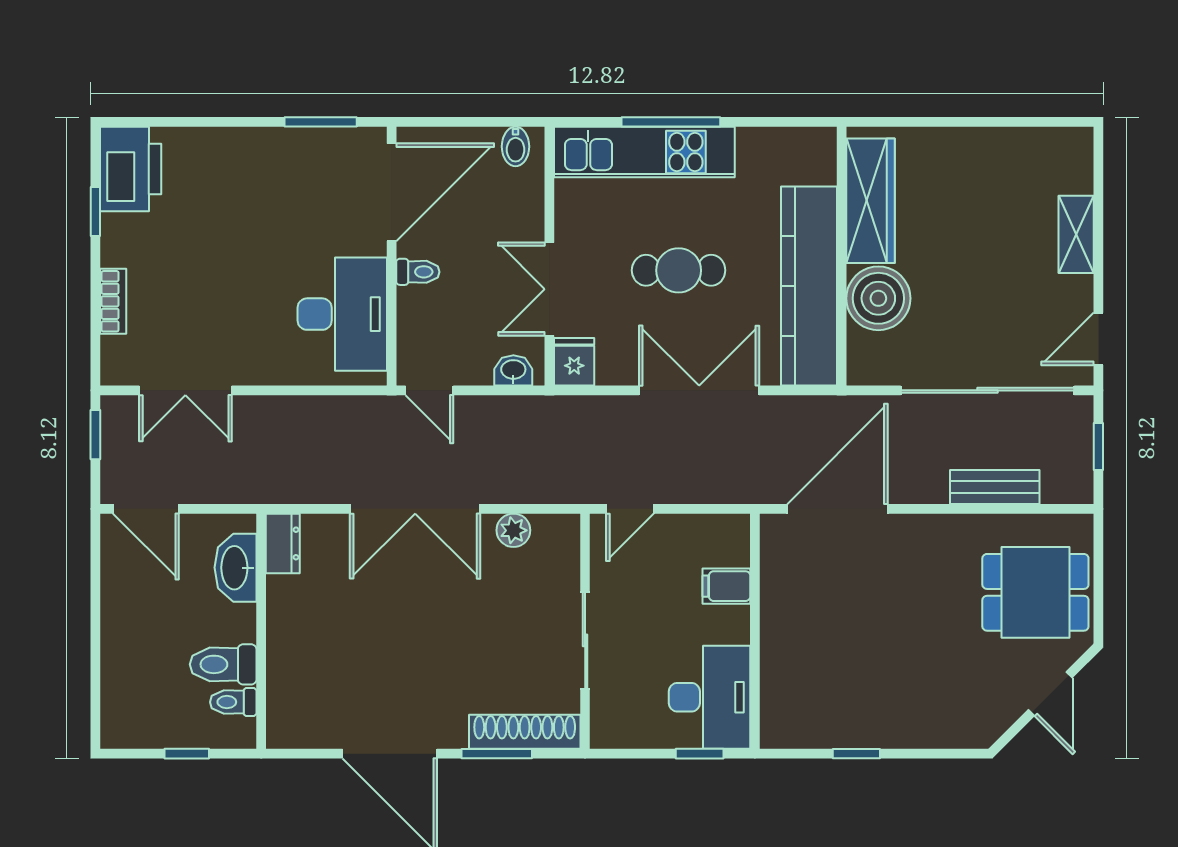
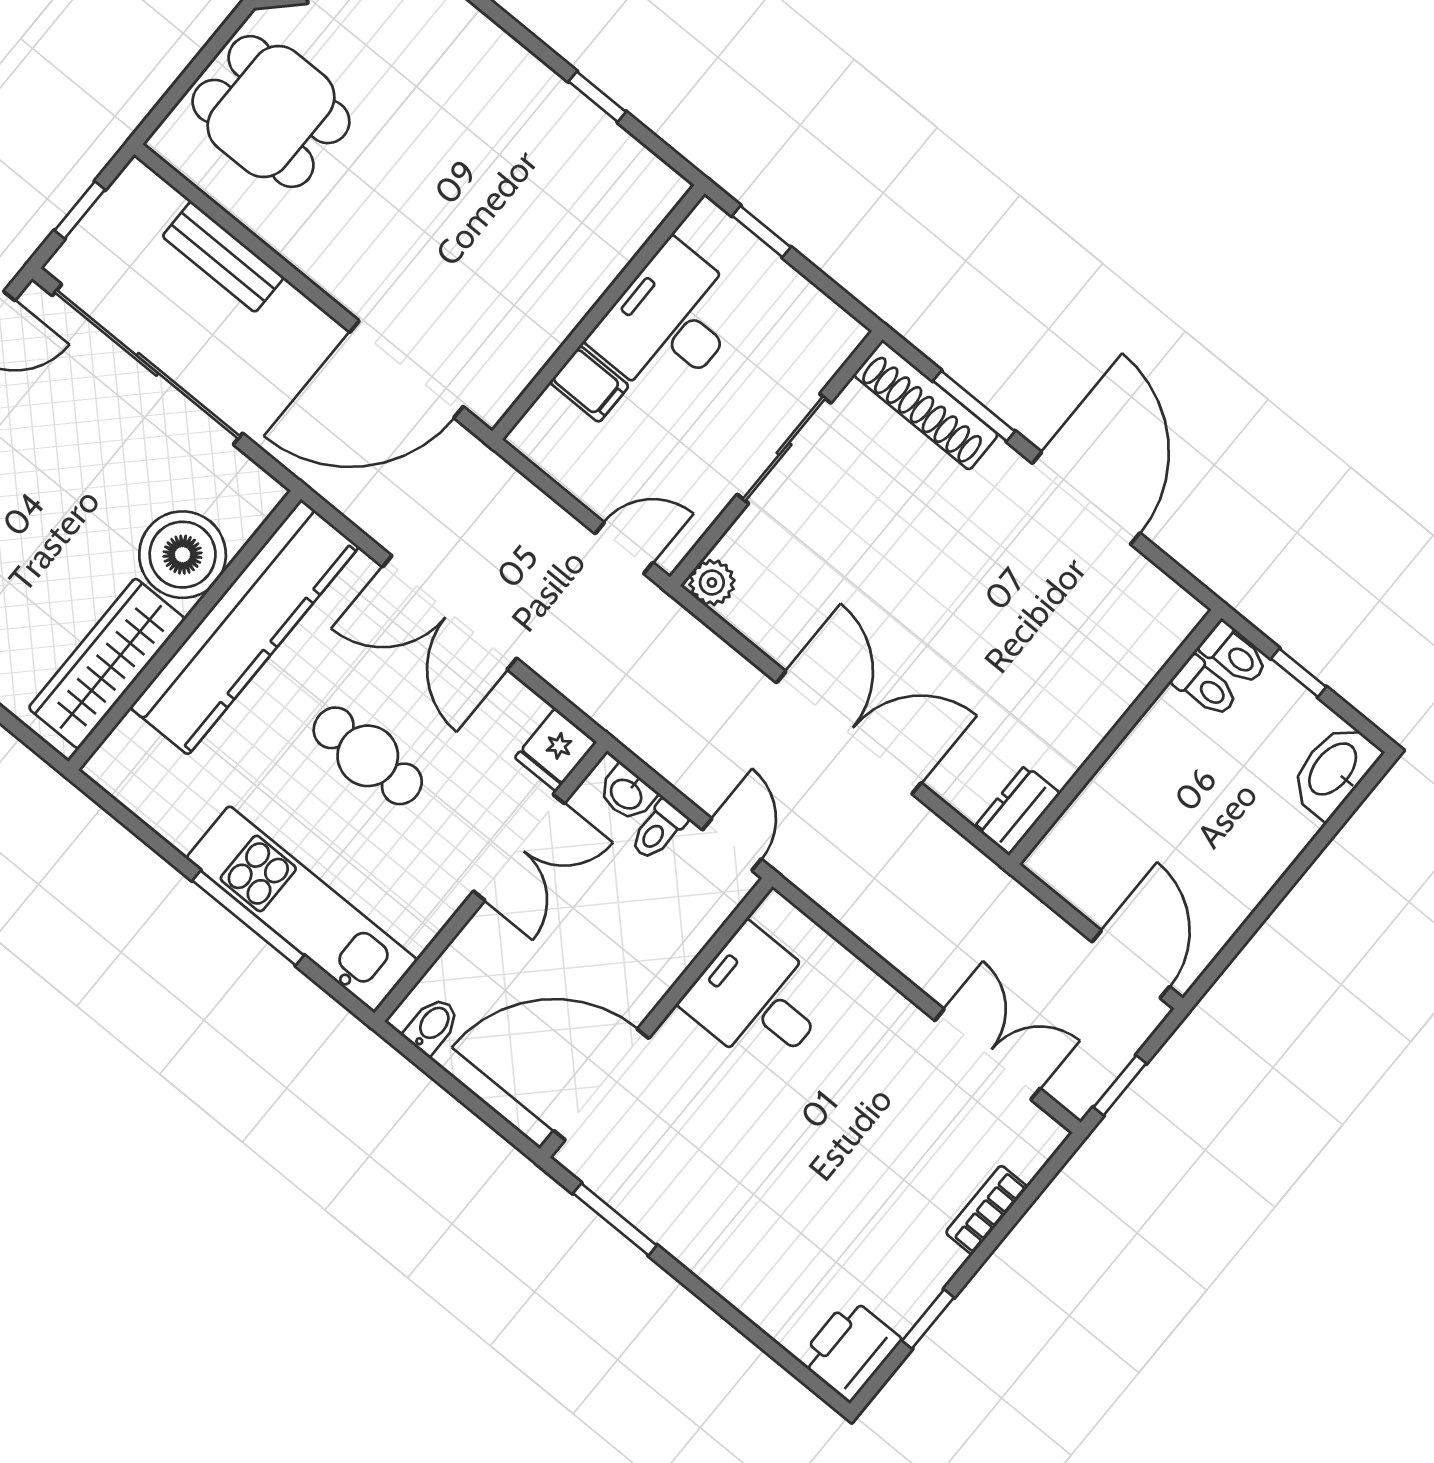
printer: (131, 169) -> (850, 1350), width x0.73, depth x0.84
toilet: (418, 272) -> (658, 830), moved, turned -90
desk: (342, 314) -> (758, 999), width x0.73
plant: (513, 530) -> (712, 583), moved
washbasin: (236, 568) -> (1334, 770), moved, turned 180
toilet: (223, 664) -> (1234, 654), moved, width x0.73, depth x0.72
desk: (709, 697) -> (669, 322), moved

